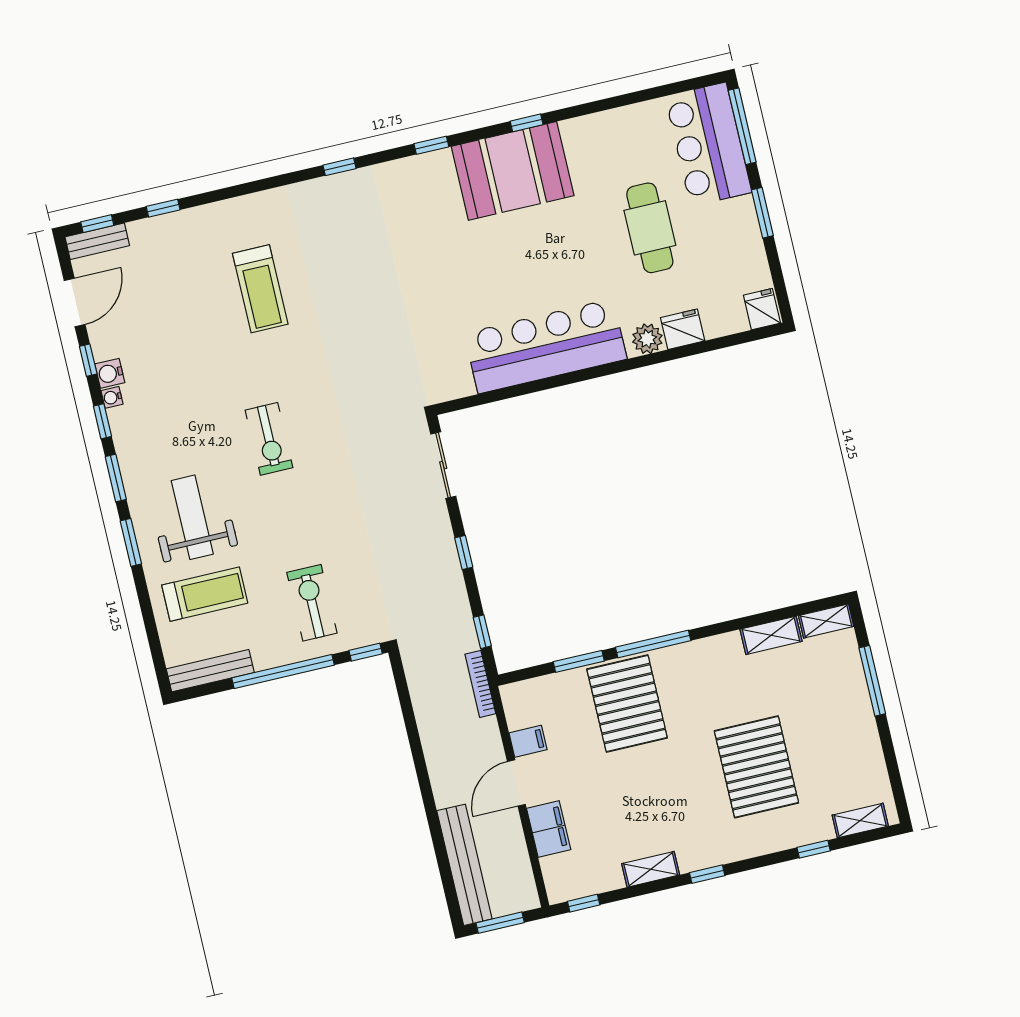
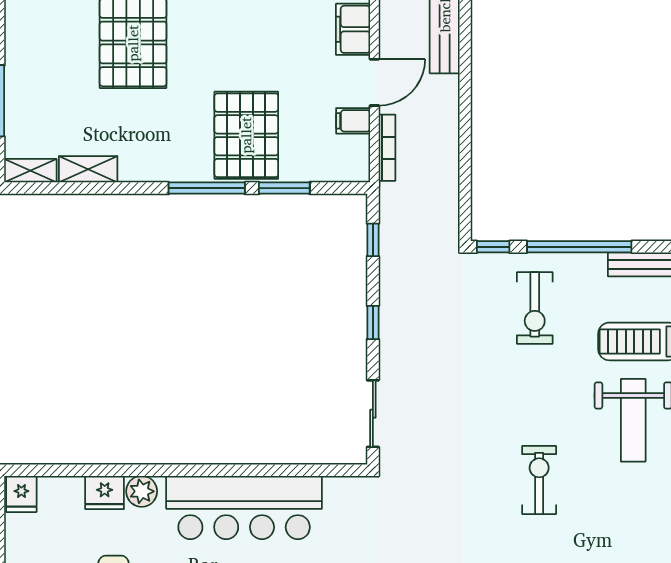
bookcase: (480, 684) -> (387, 148), moved

